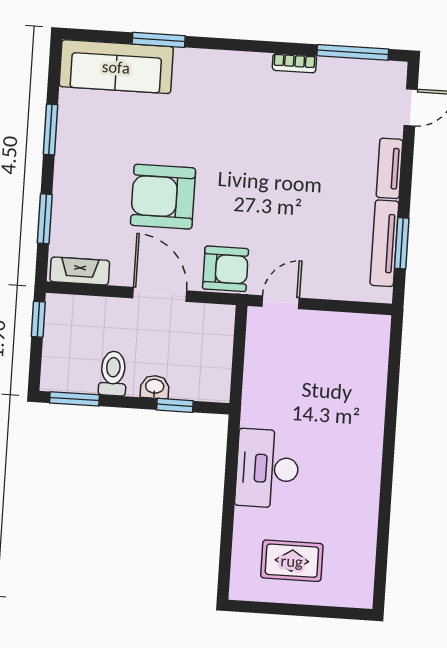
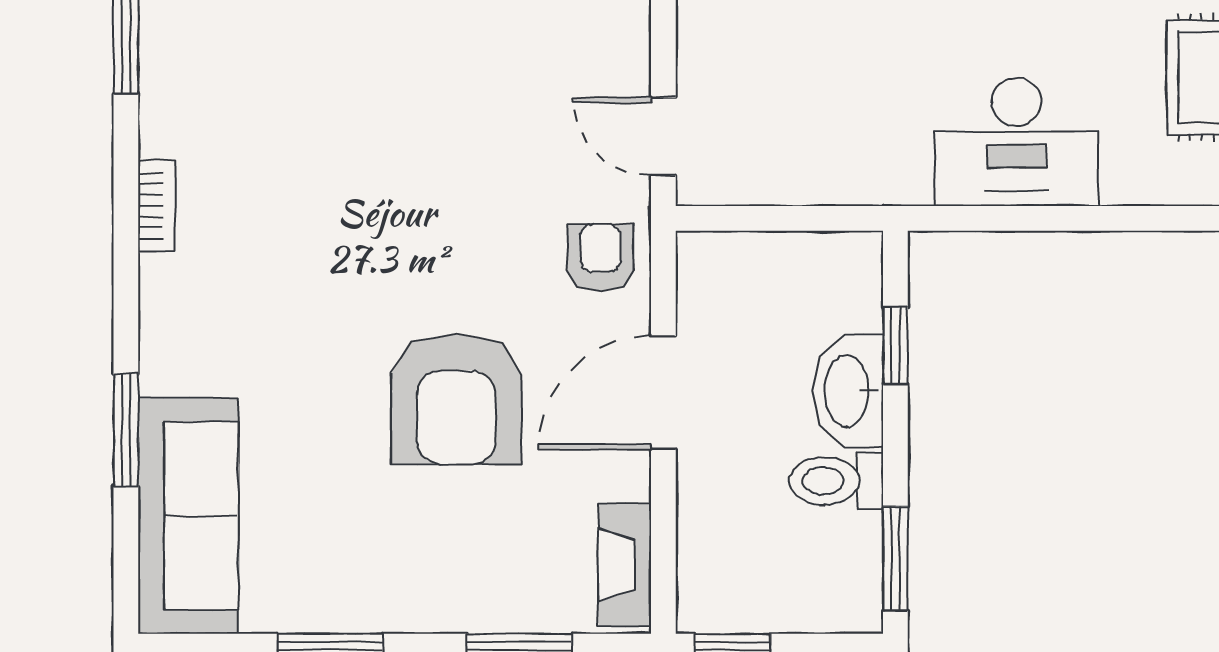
bookcase: (294, 63) -> (156, 206), moved
armchair: (226, 269) -> (600, 257), width x0.72, depth x0.72
washbasin: (155, 387) -> (849, 391), width x1.91, depth x1.45

